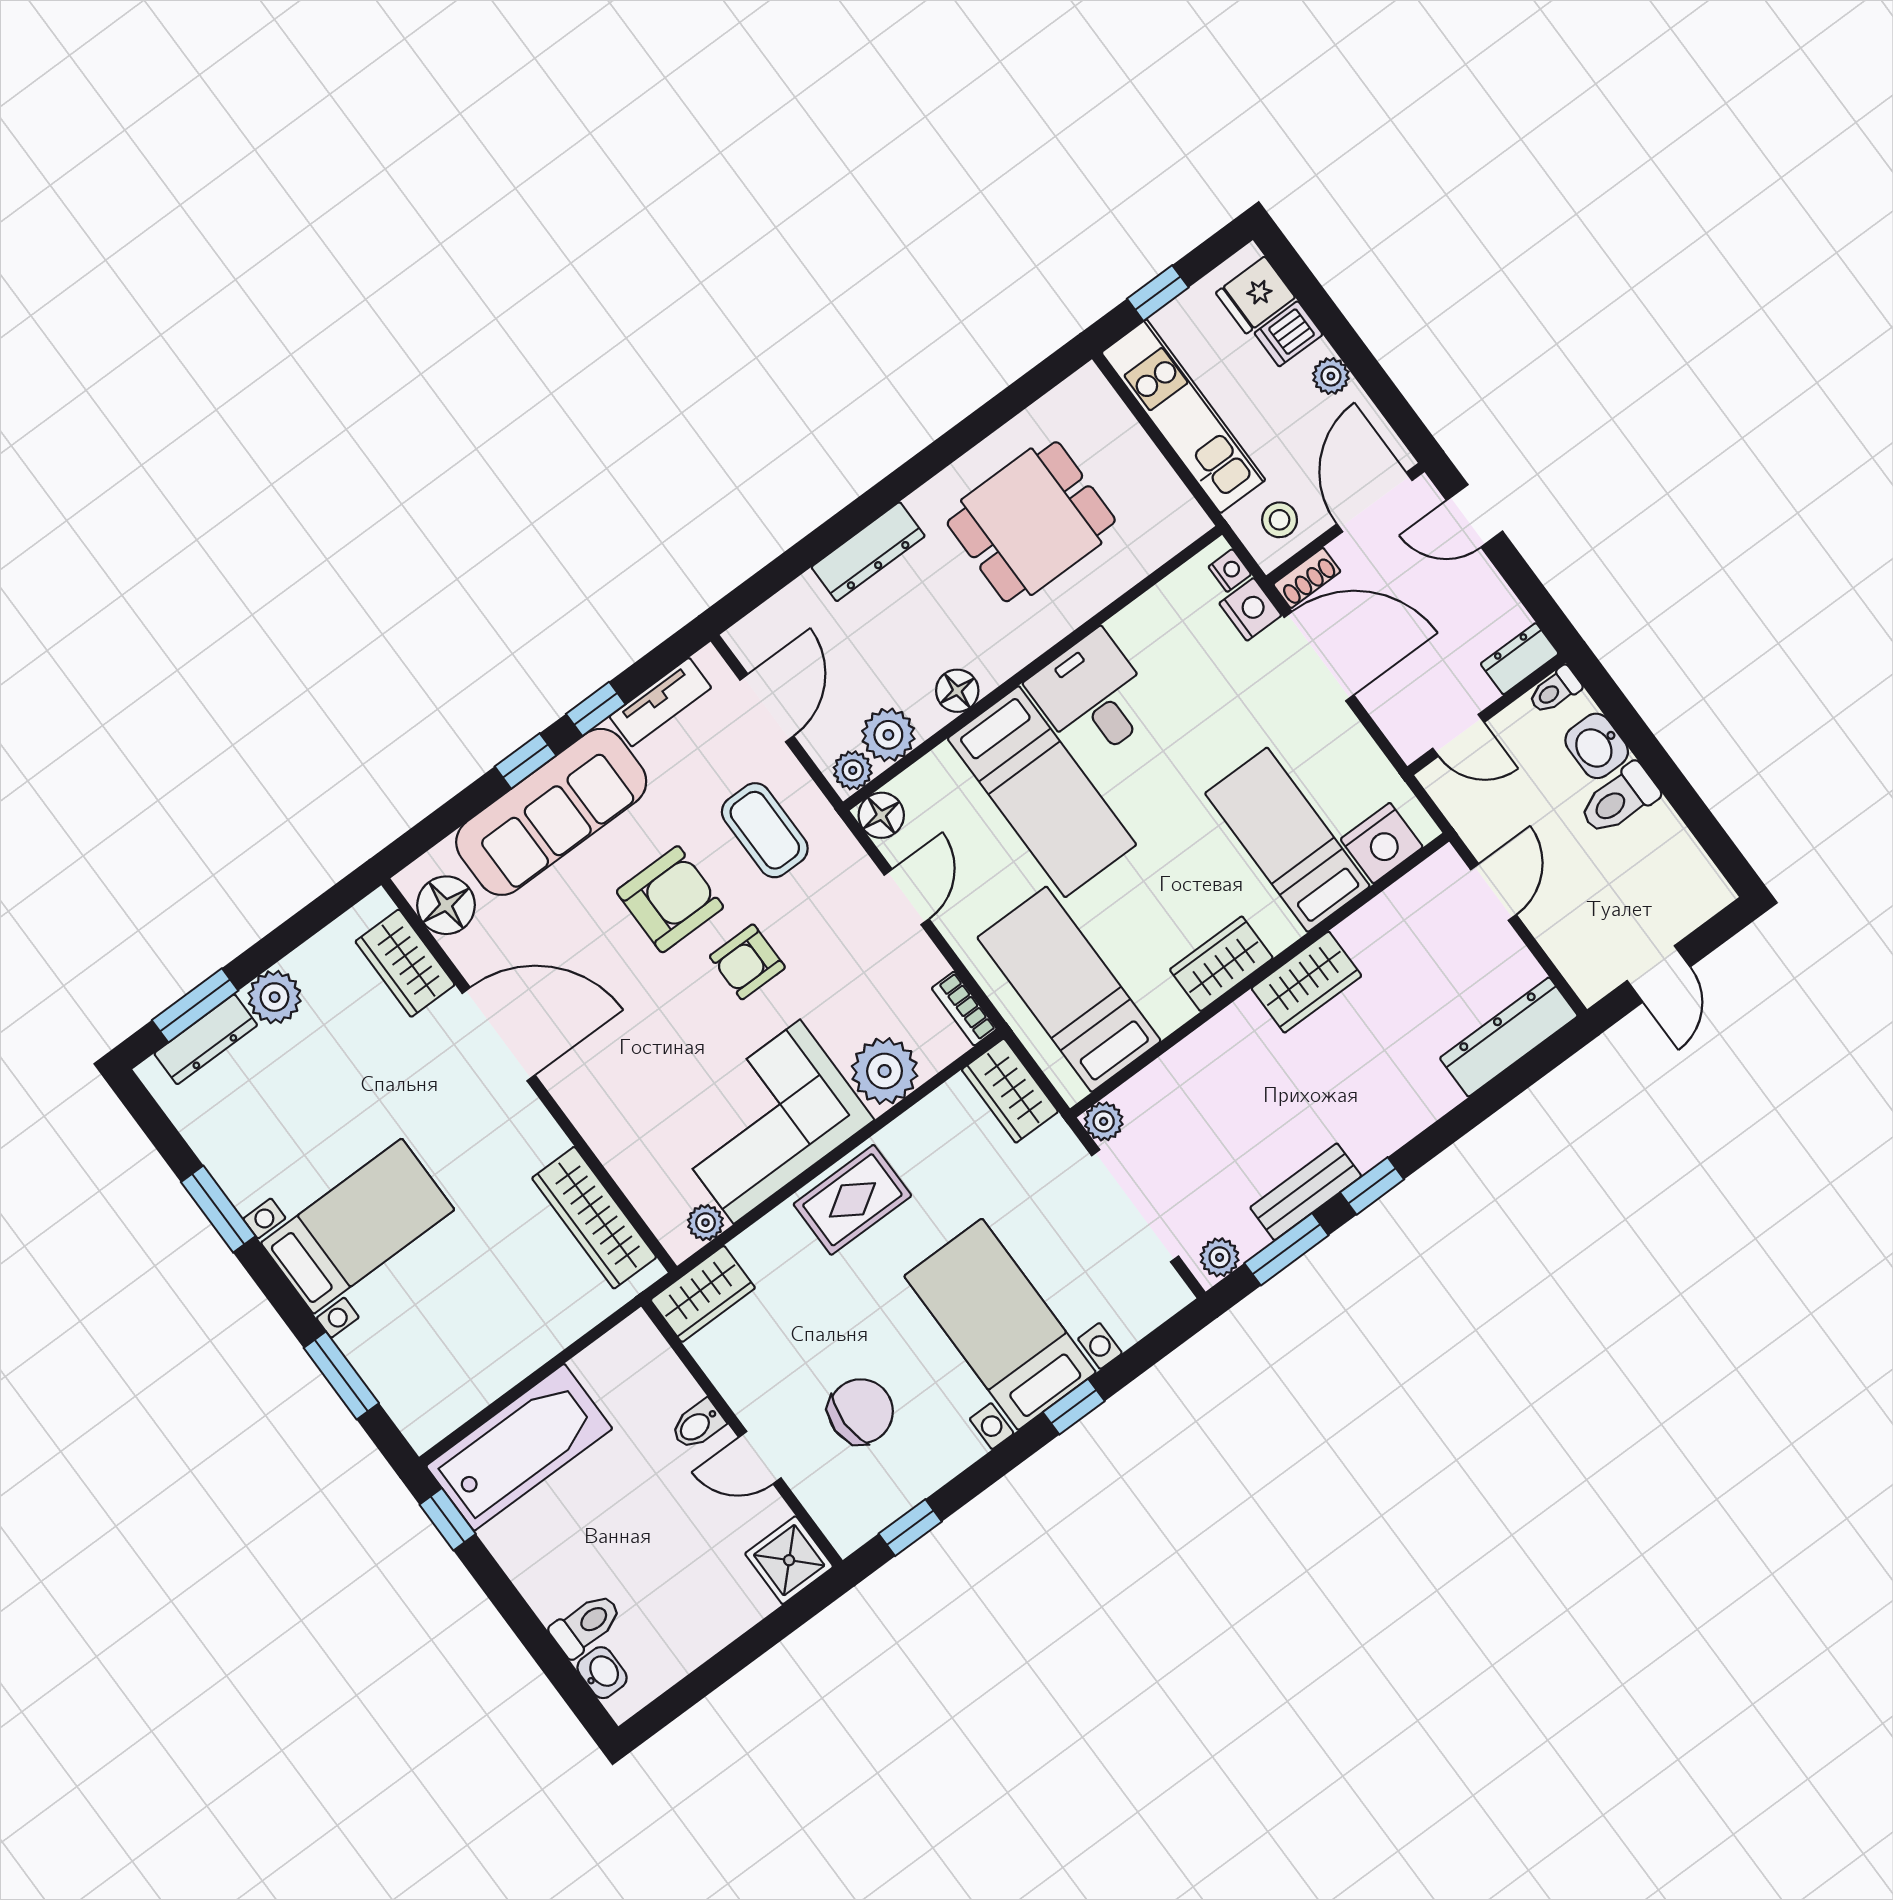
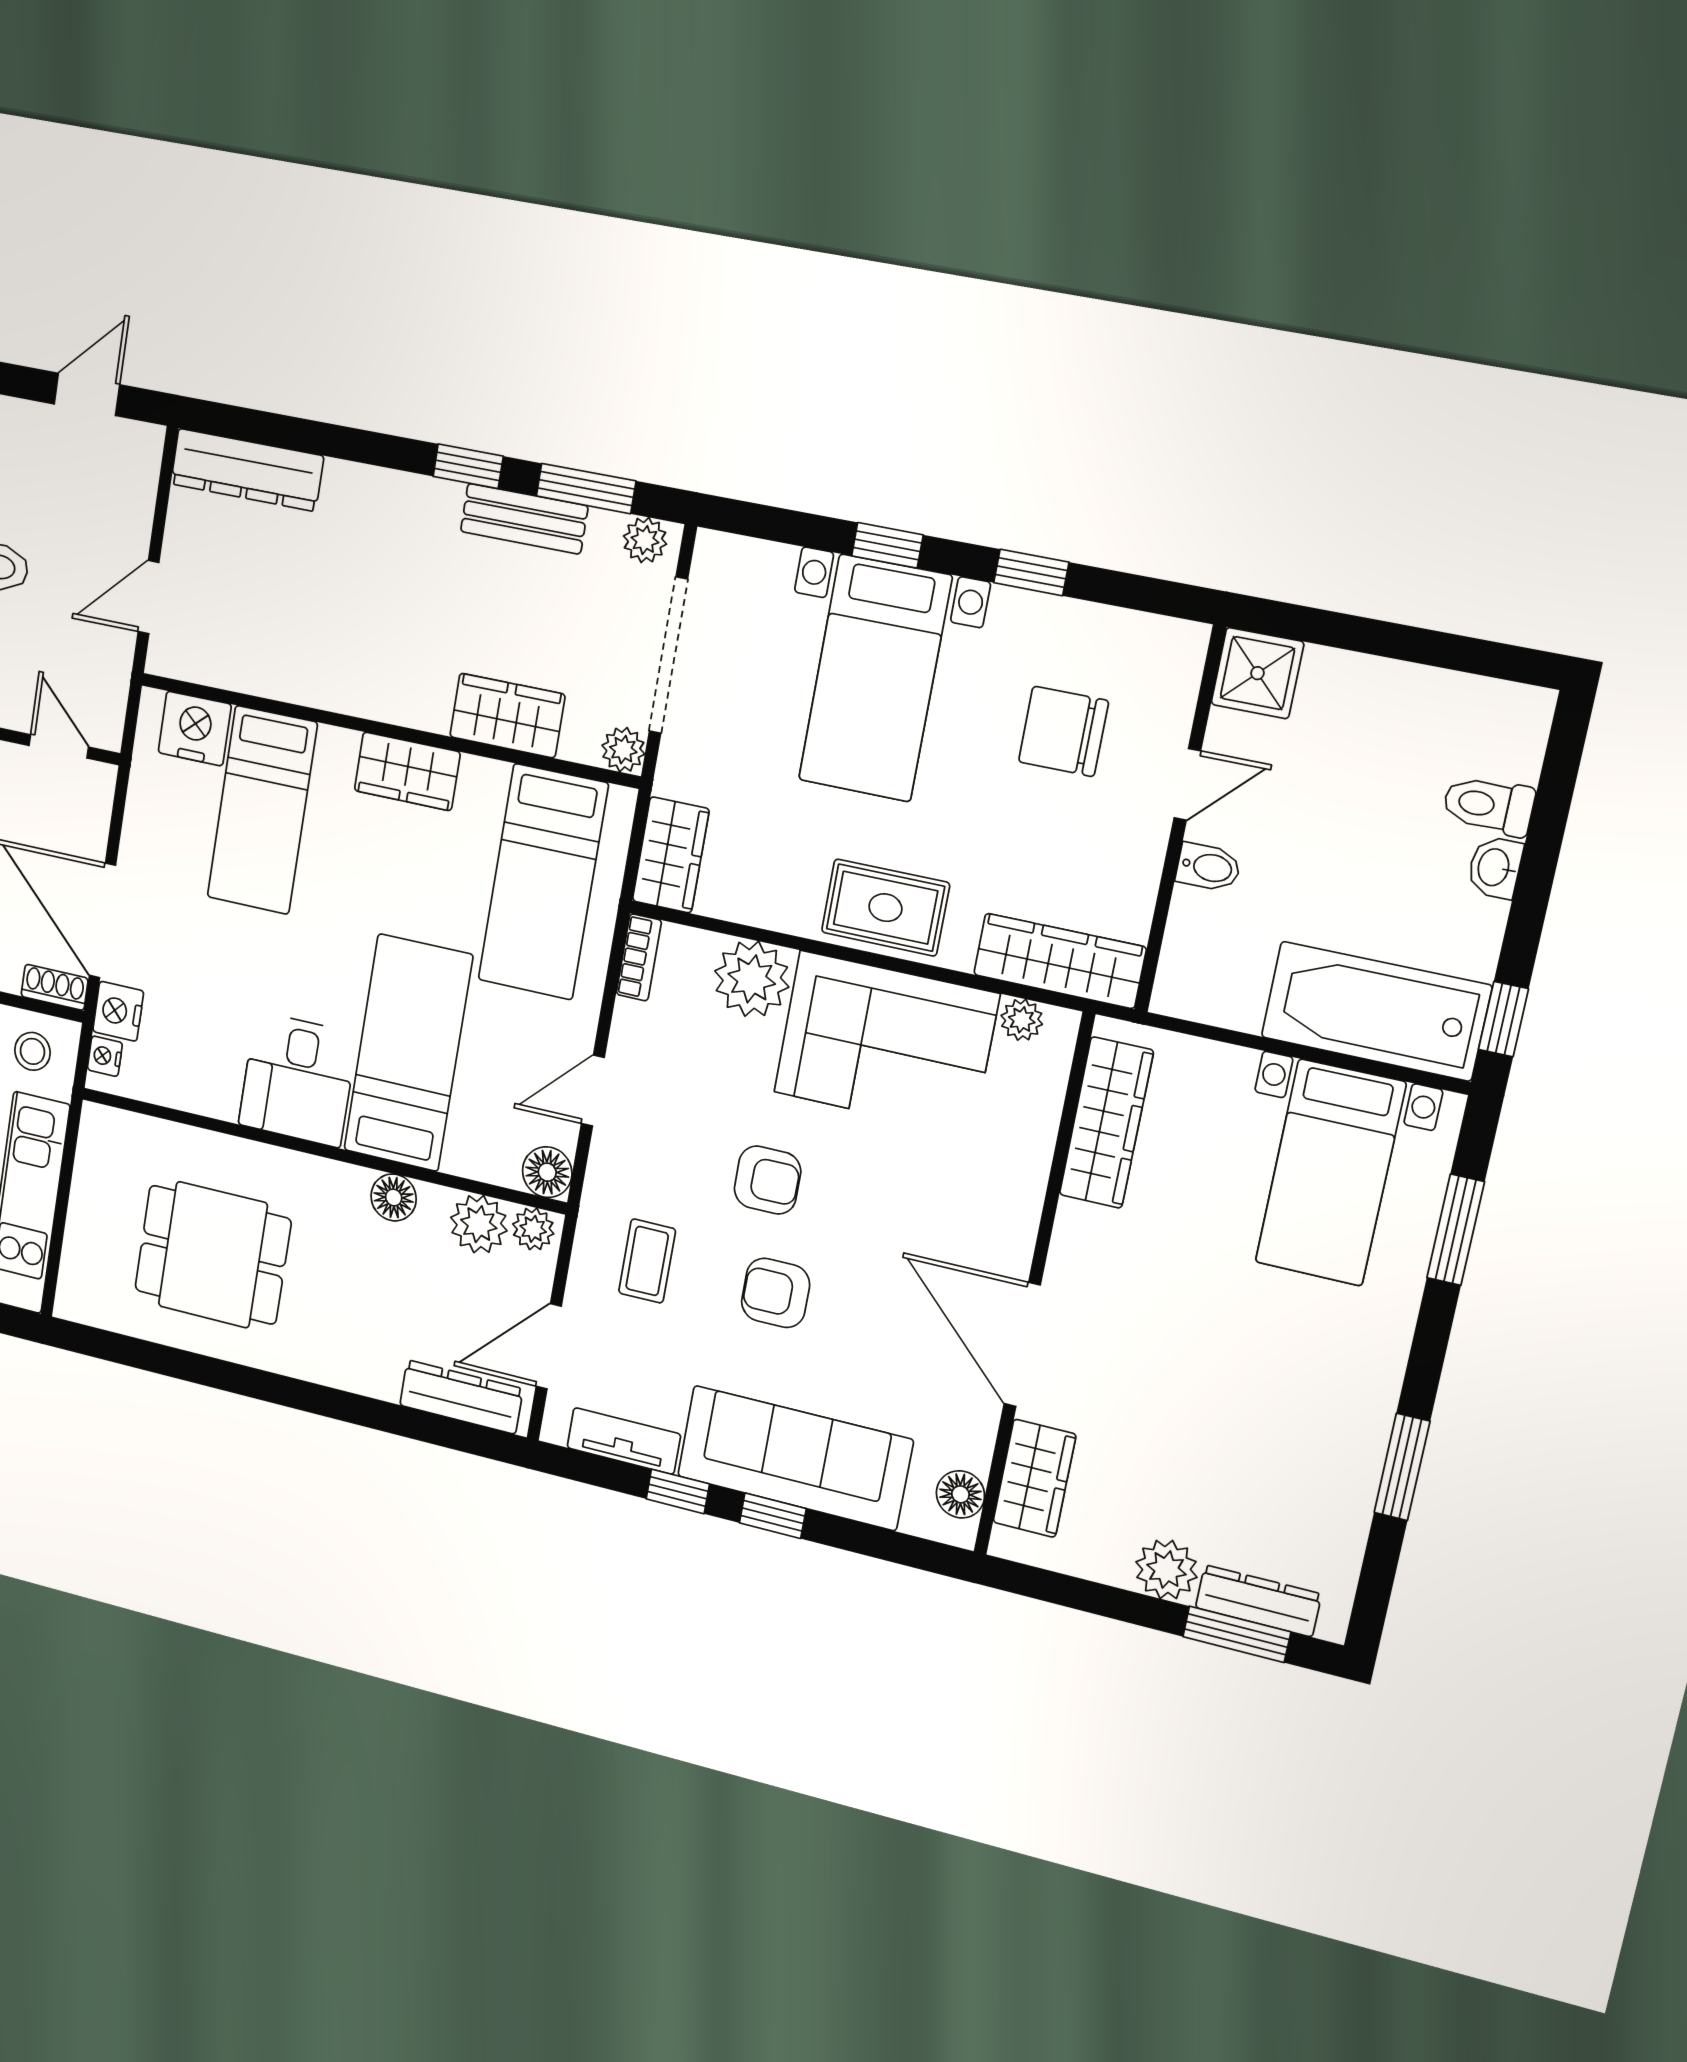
dresser: (868, 552) -> (461, 1397), moved
coffee table: (765, 830) -> (647, 1261), width x0.73, depth x0.77
armchair: (670, 899) -> (776, 1293), width x0.72, depth x0.72
floor lamp: (446, 905) -> (960, 1494), width x0.73, depth x0.73
wardrobe: (1306, 982) -> (507, 716), moved
bed with nightstands: (358, 1226) -> (1330, 1173), moved, turned -90
wardrobe: (703, 1294) -> (1060, 961), width x1.50
door: (760, 1458) -> (1187, 784), hinge flipped
window: (910, 1528) -> (1031, 572), moved
washbasin: (602, 1673) -> (1495, 867), moved

